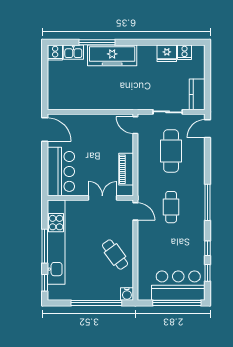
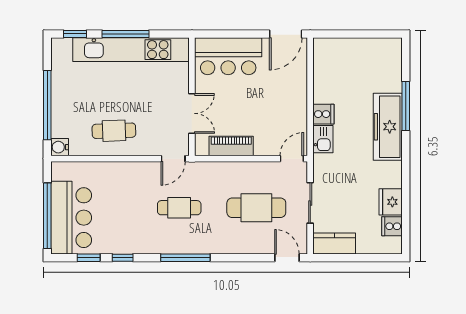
kitchen sink: (73, 52) -> (323, 139), moved, turned 180
cooker: (55, 53) -> (323, 114), moved, turned 180
cafe table: (115, 255) -> (114, 131), turned 34

